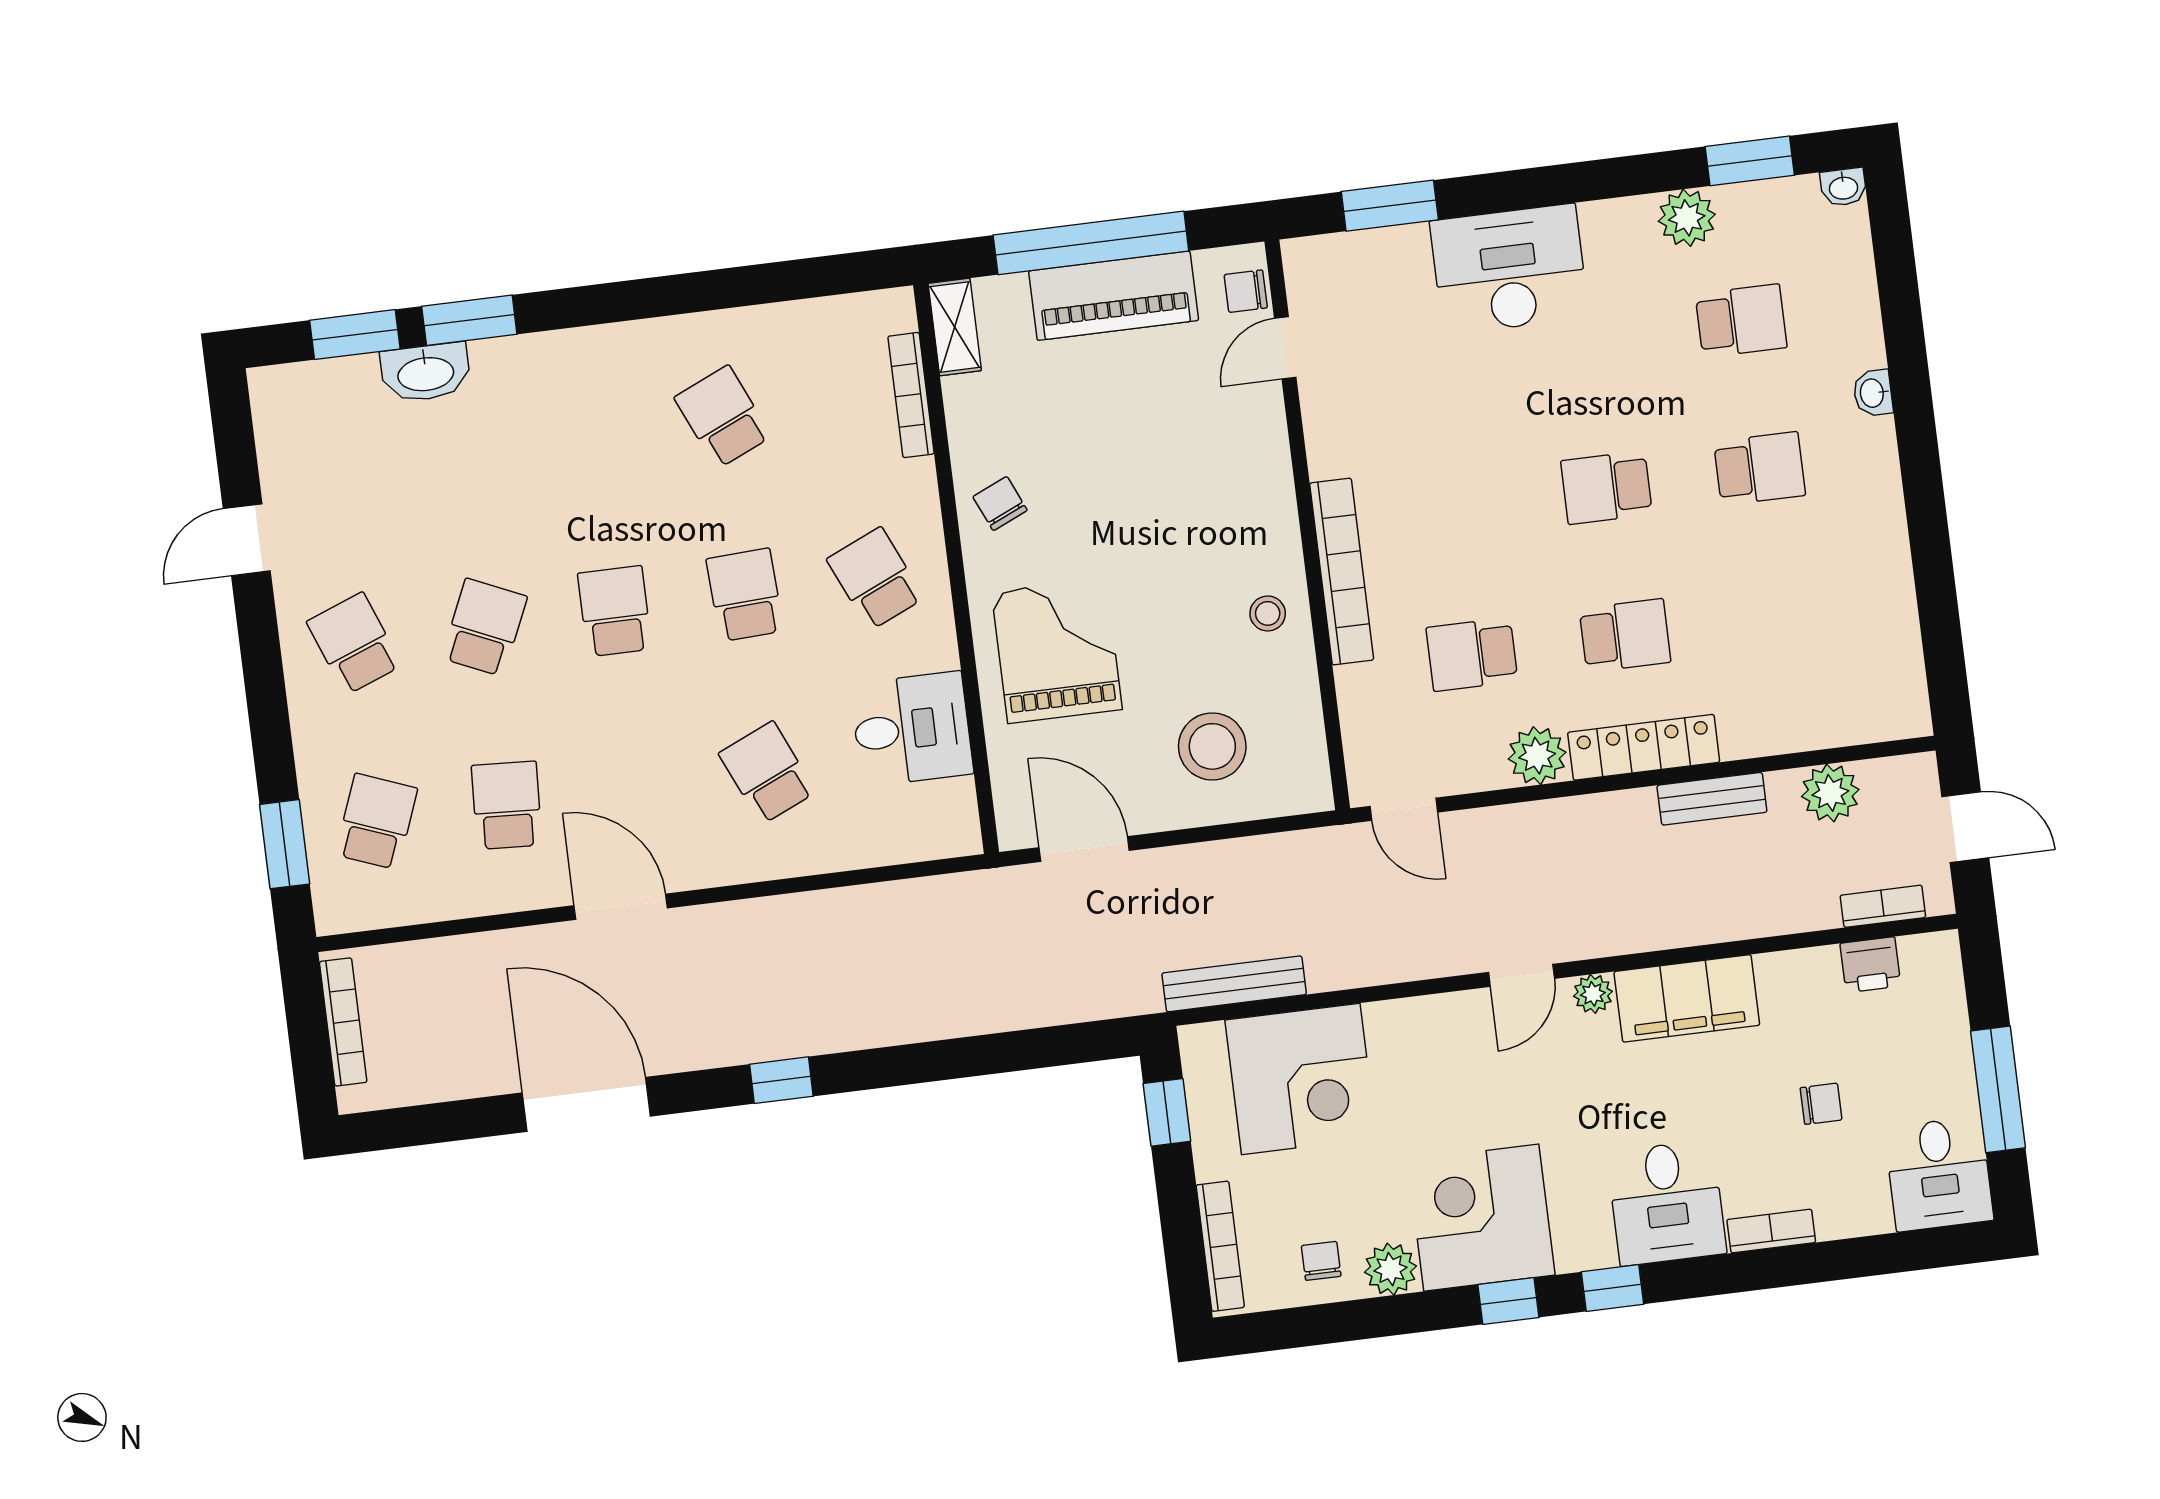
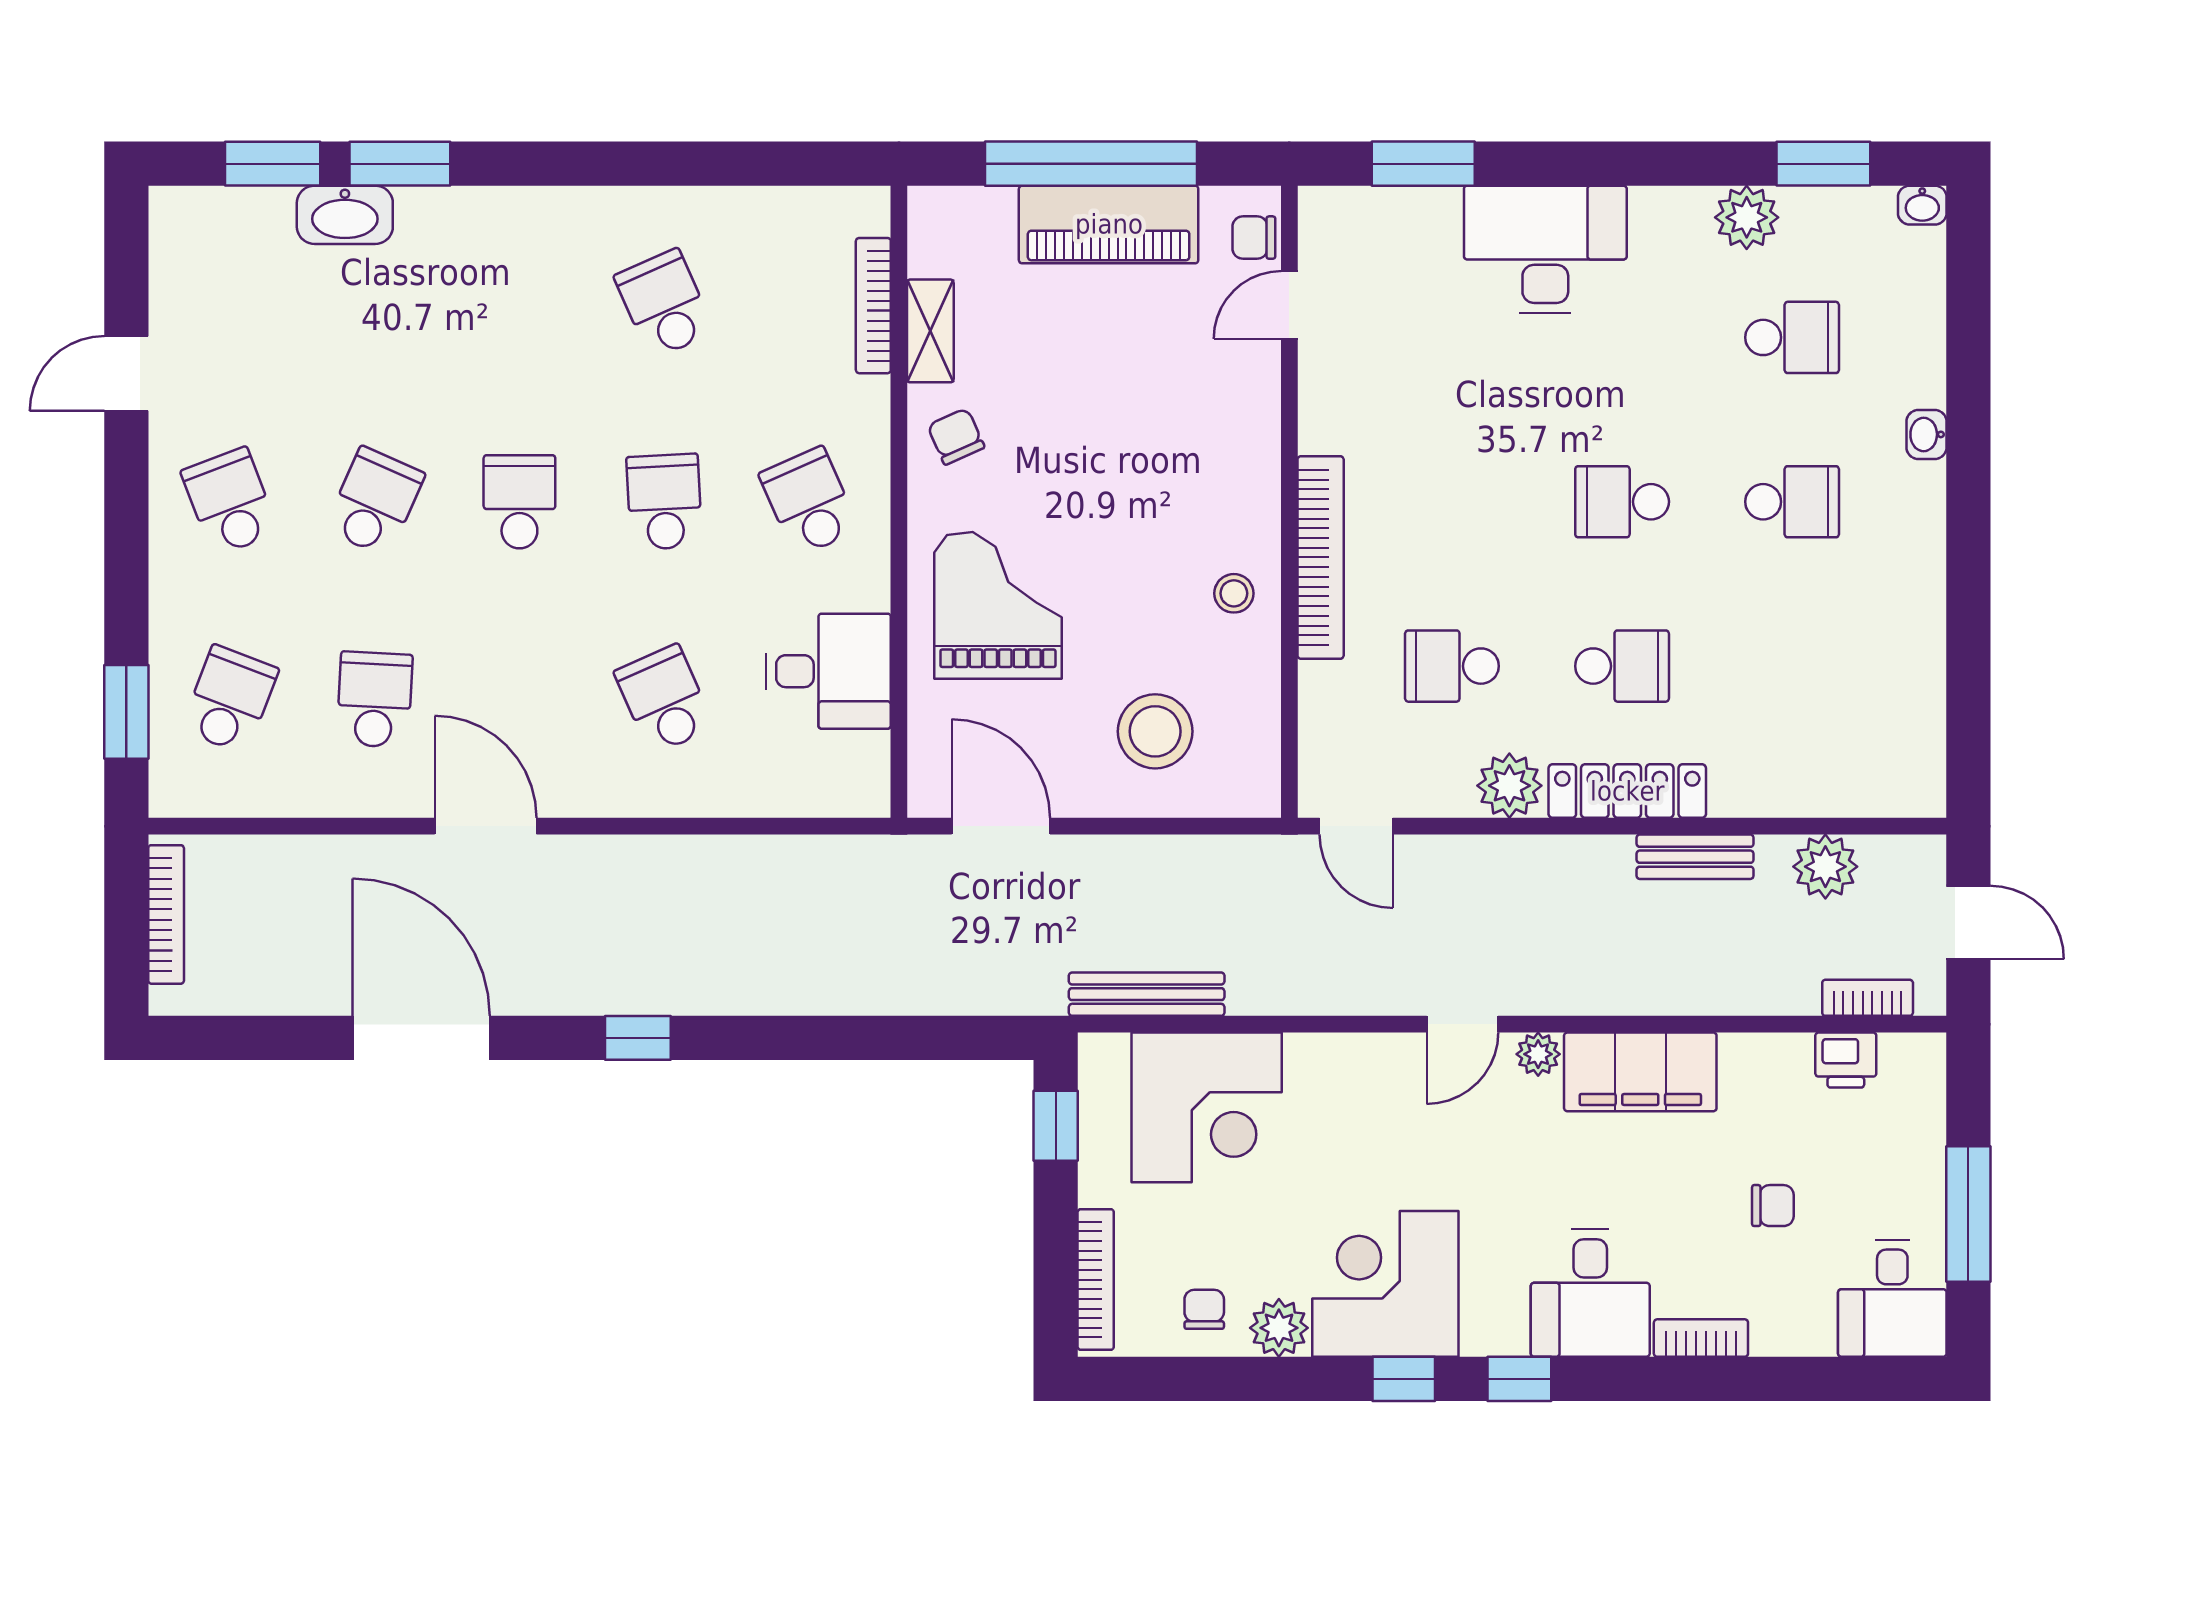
shelving: (955, 327) -> (930, 331), moved

